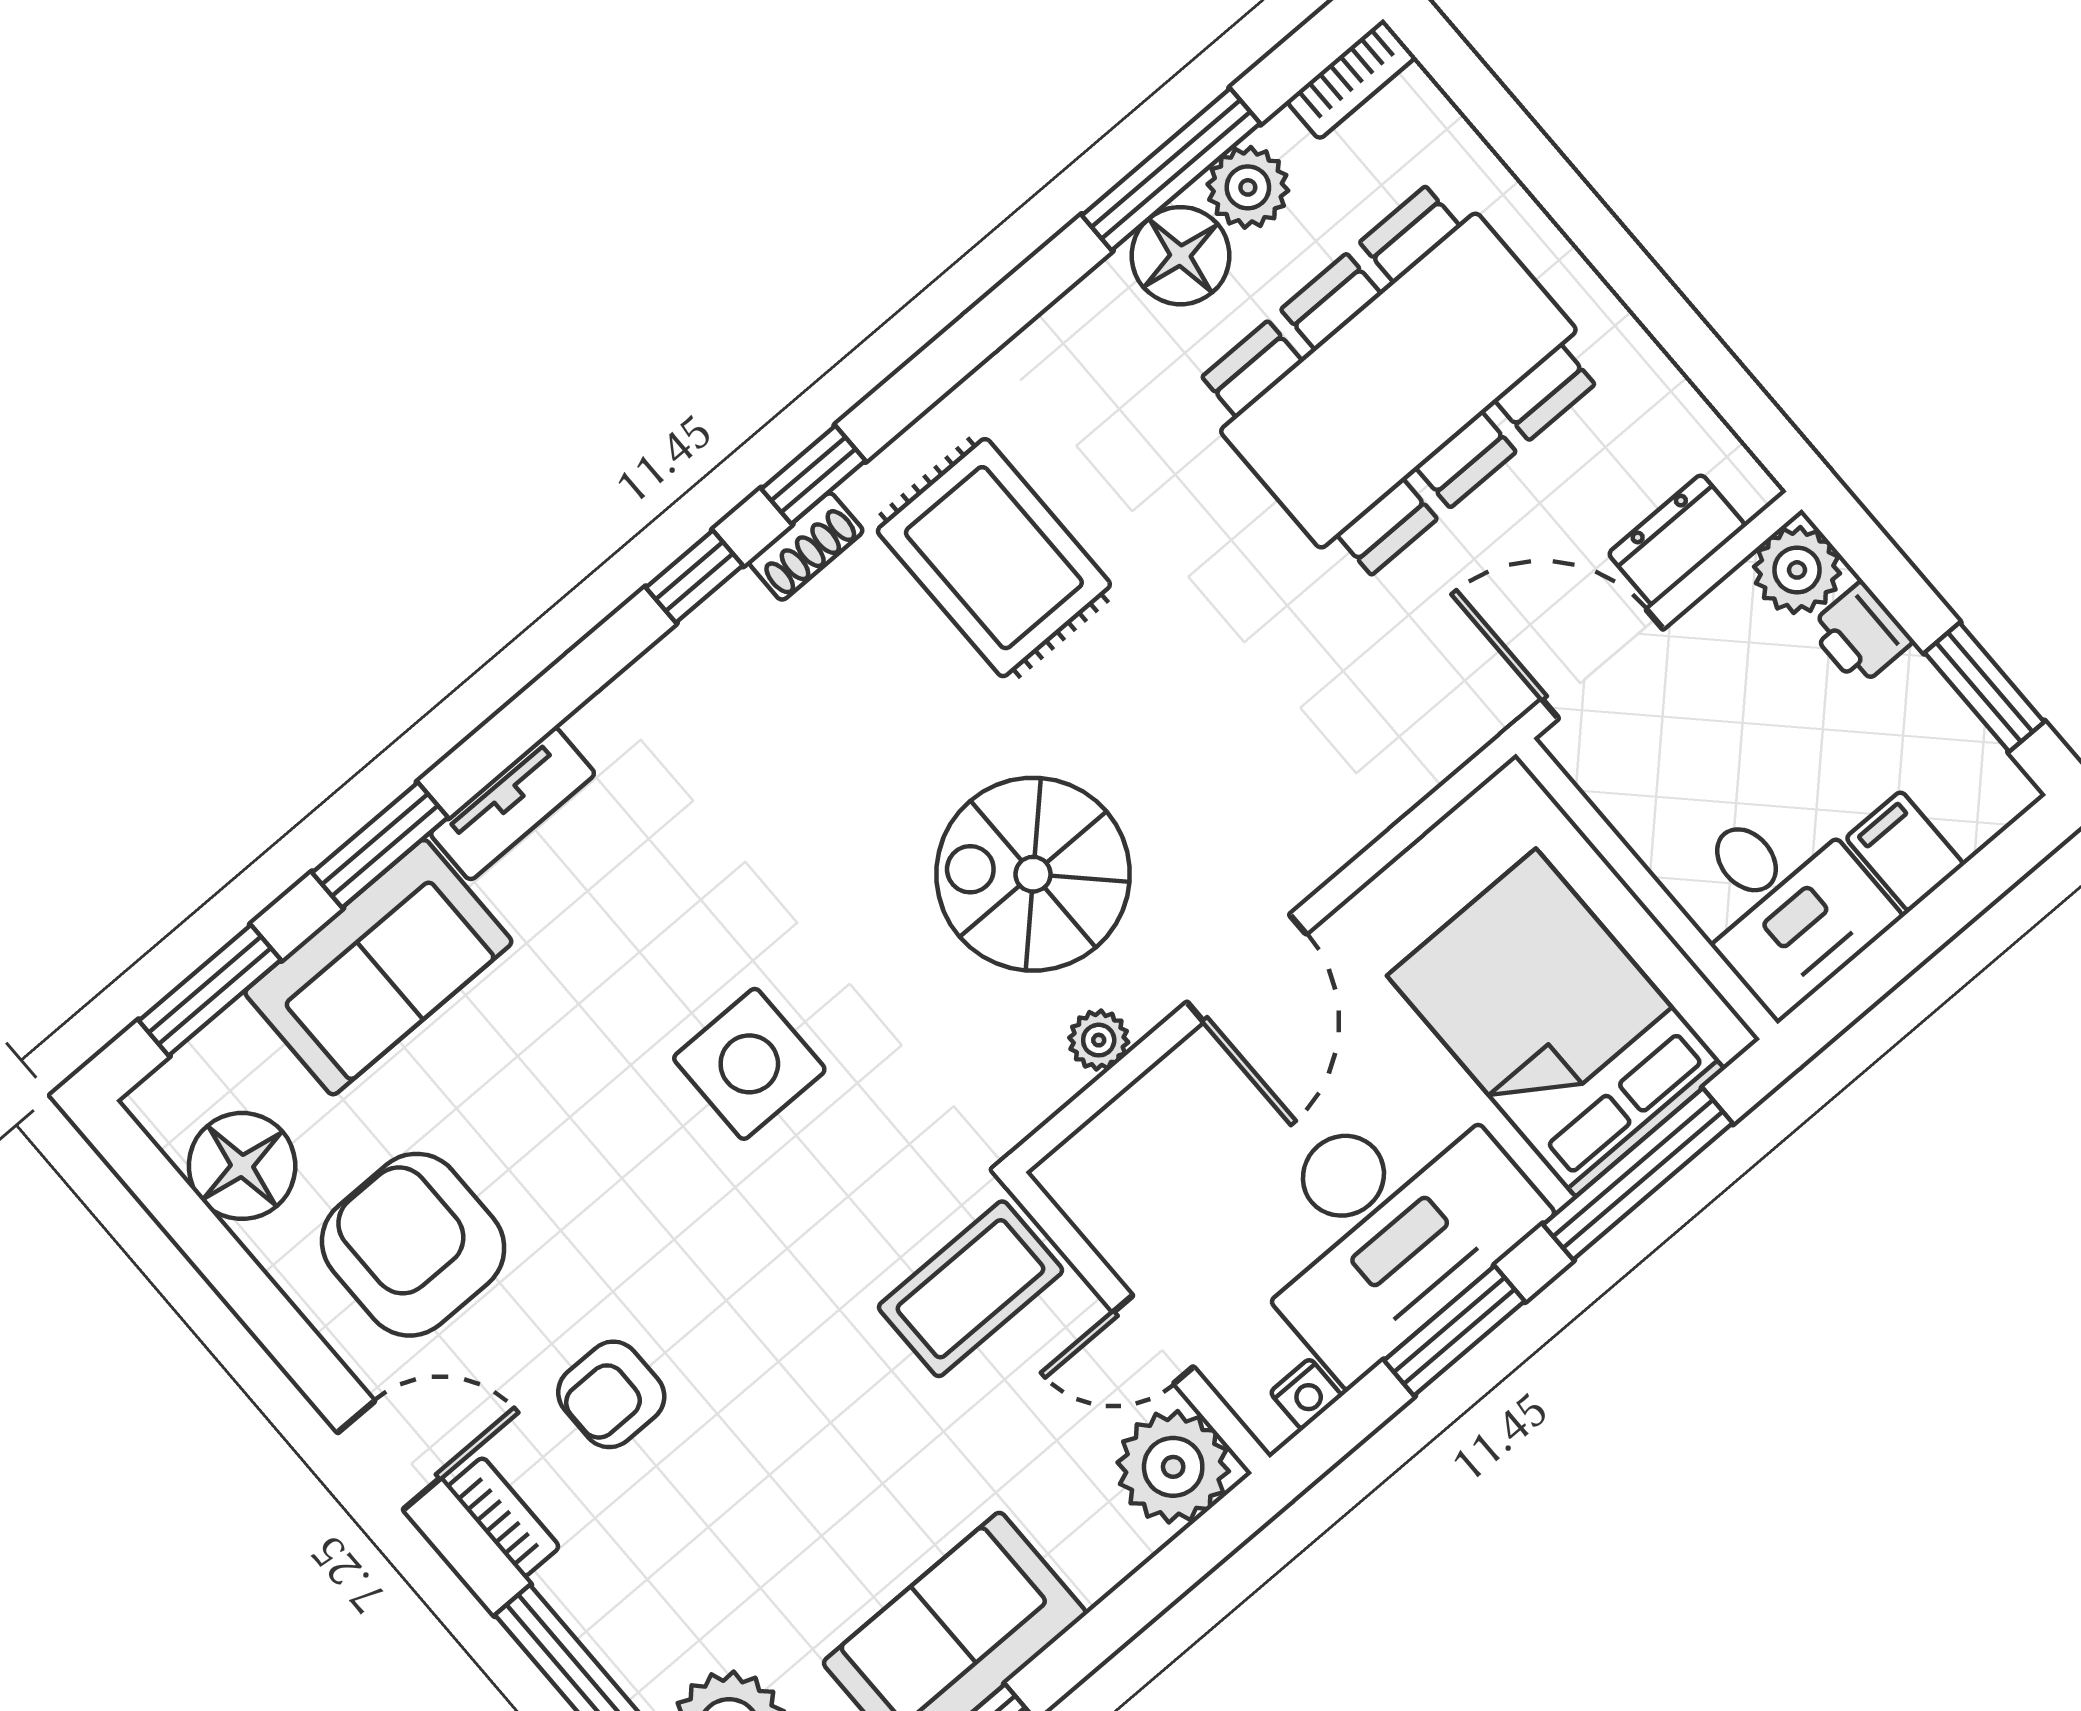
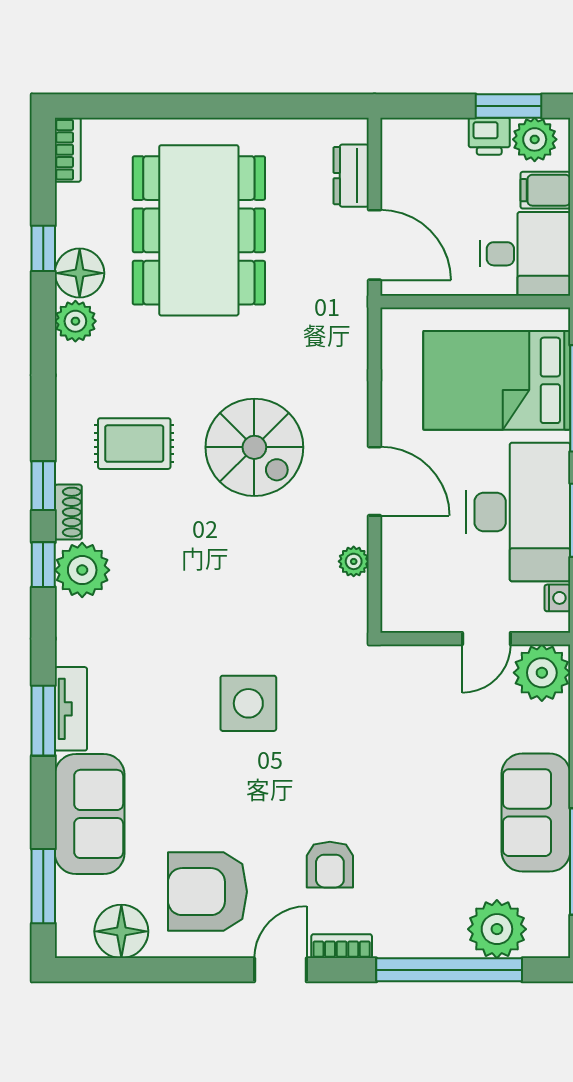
window: (1171, 169) -> (43, 248), width x0.46
plant: (1248, 187) -> (75, 321), moved
rug: (994, 558) -> (134, 444), width x0.73, depth x0.70
plant: (1797, 570) -> (535, 139), moved
printer: (1860, 634) -> (489, 136), moved
plant: (736, 642) -> (82, 570), added
door: (1602, 664) -> (375, 245), swing flipped
window: (380, 845) -> (43, 721), moved
spiral stairs: (1033, 874) -> (254, 447), moved, turned -90
coffee table: (970, 1289) -> (407, 692), removed

